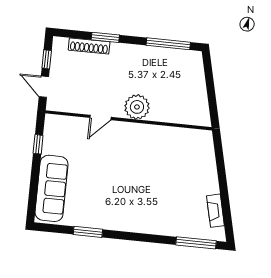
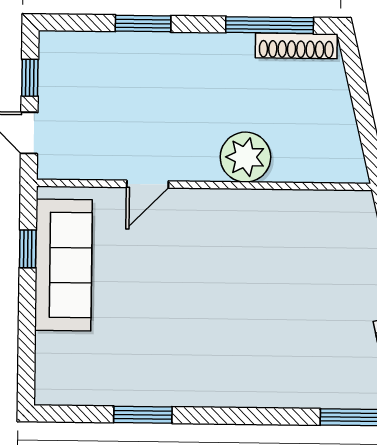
shoe rack: (89, 46) -> (296, 46), moved
plant: (137, 107) -> (245, 157), moved
sofa: (52, 188) -> (63, 265), moved

